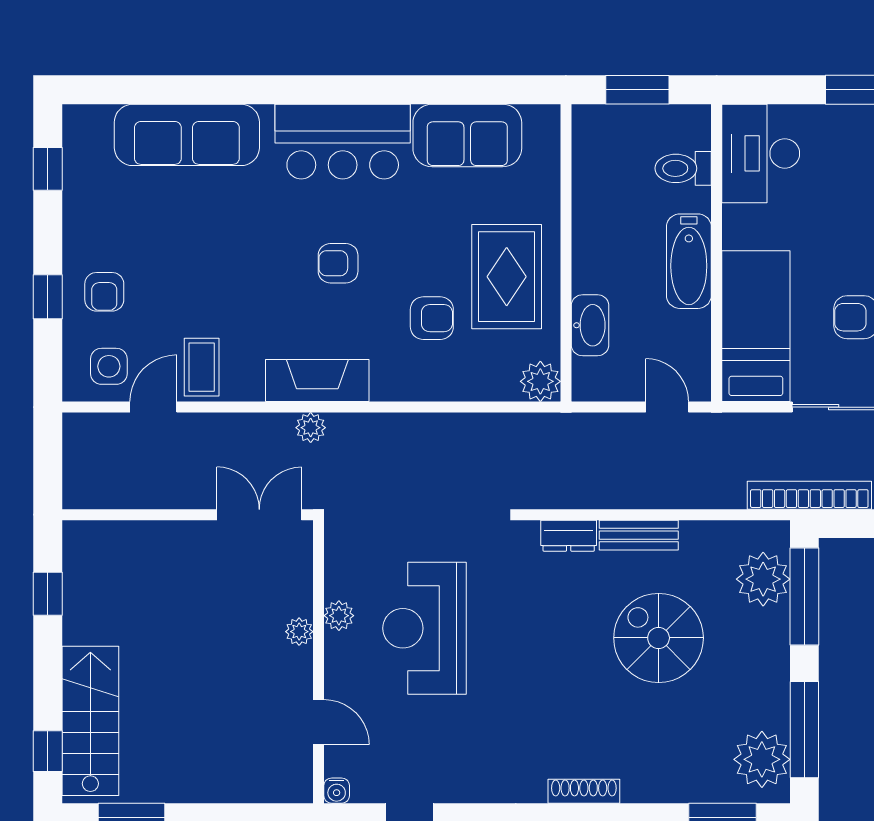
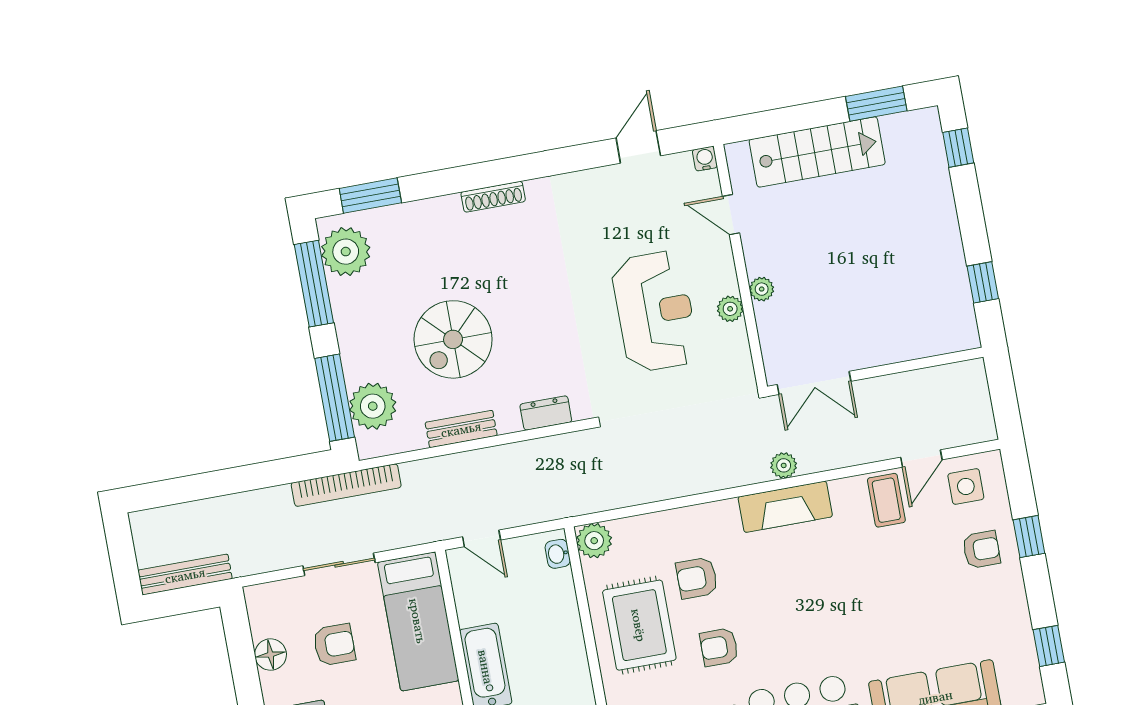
armchair: (338, 263) -> (719, 647), moved, turned 180
armchair: (104, 292) -> (981, 550), turned 90
washbasin: (590, 325) -> (558, 554), moved, width x0.52, depth x0.69
bench: (639, 535) -> (461, 429), moved
spiral stairs: (659, 638) -> (453, 339), turned 90
stairs: (90, 721) -> (817, 152), moved, turned -90

